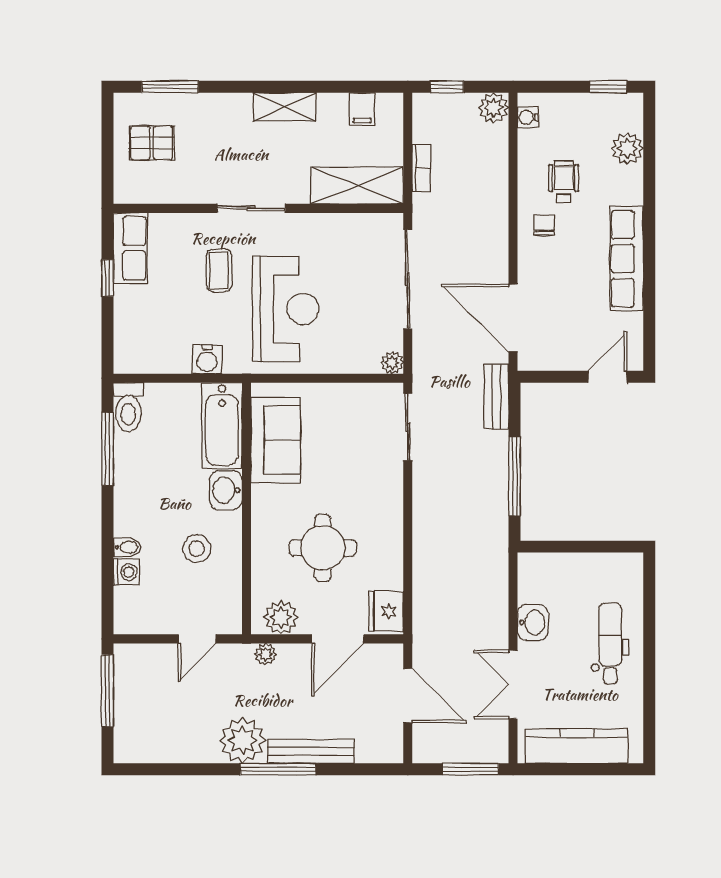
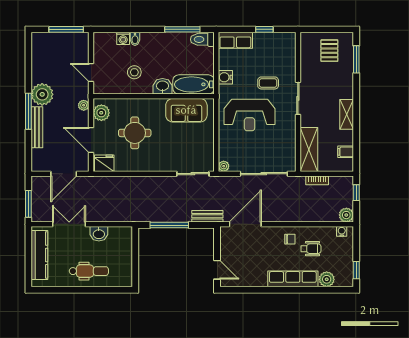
row of seats: (130, 248) -> (235, 40), moved
row of seats: (627, 259) -> (293, 279), moved

